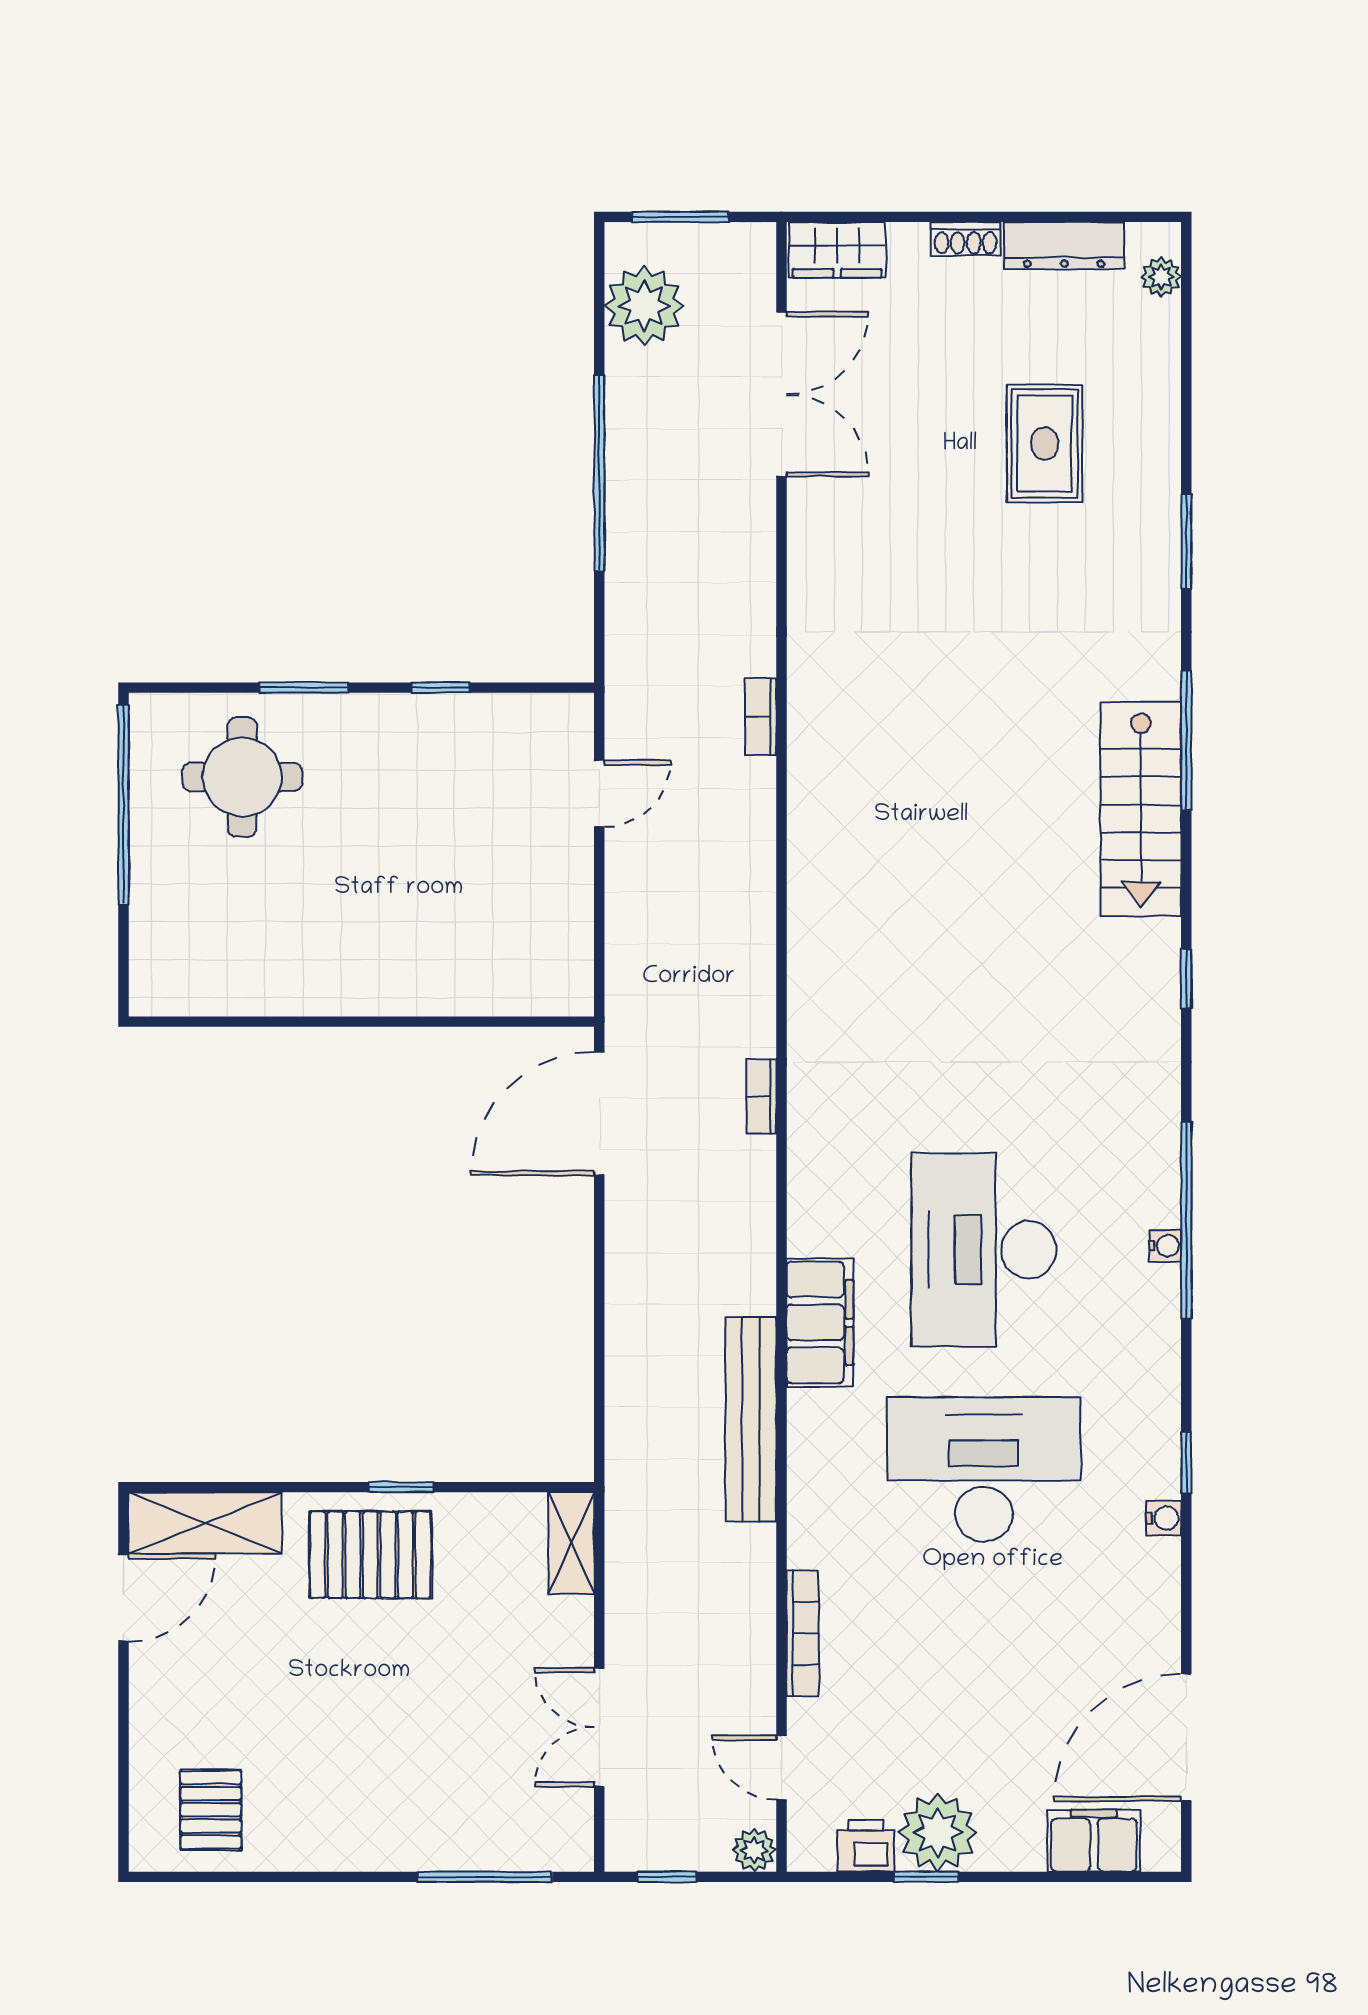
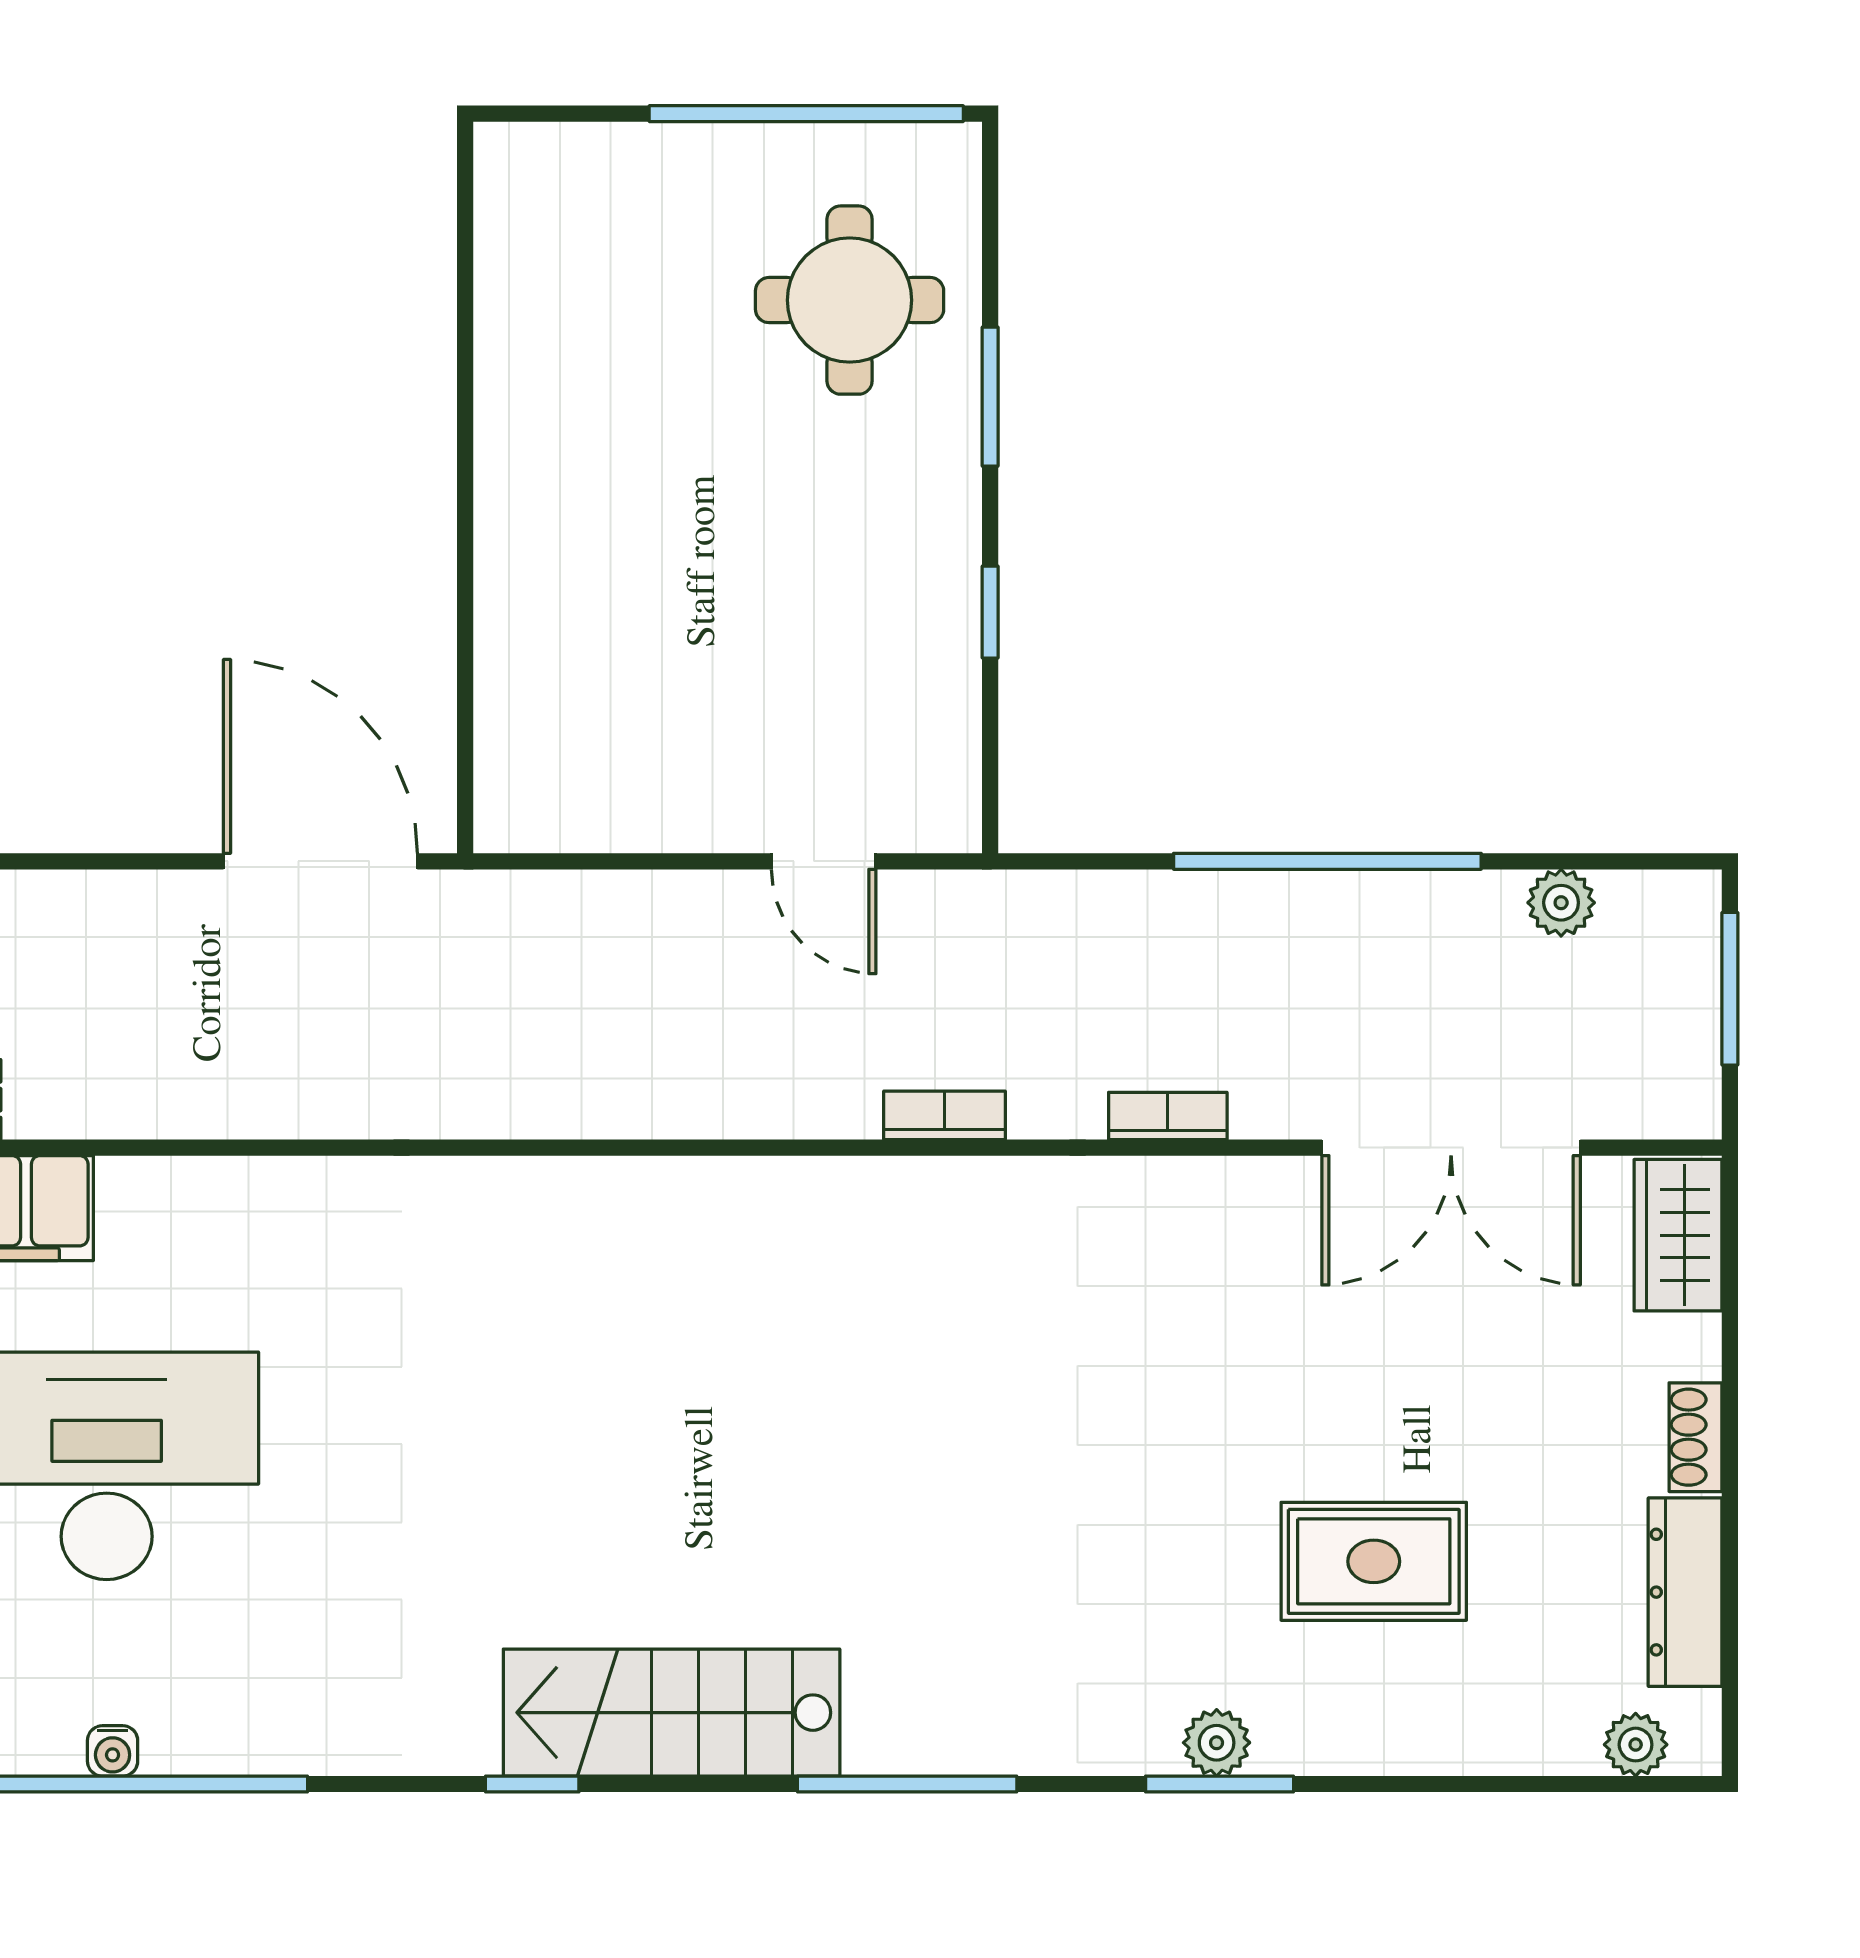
plant: (644, 306) -> (1561, 903), width x0.53, depth x0.53
plant: (1160, 543) -> (1217, 1743), added
stairs: (1141, 809) -> (672, 1713), moved
bookcase: (761, 1096) -> (1168, 1116), moved

